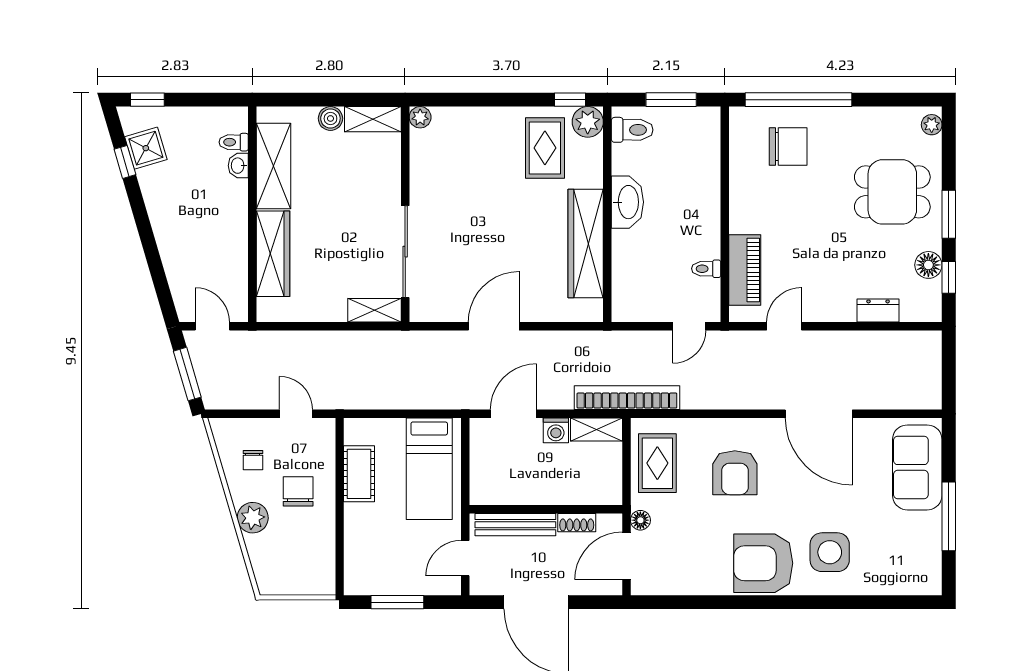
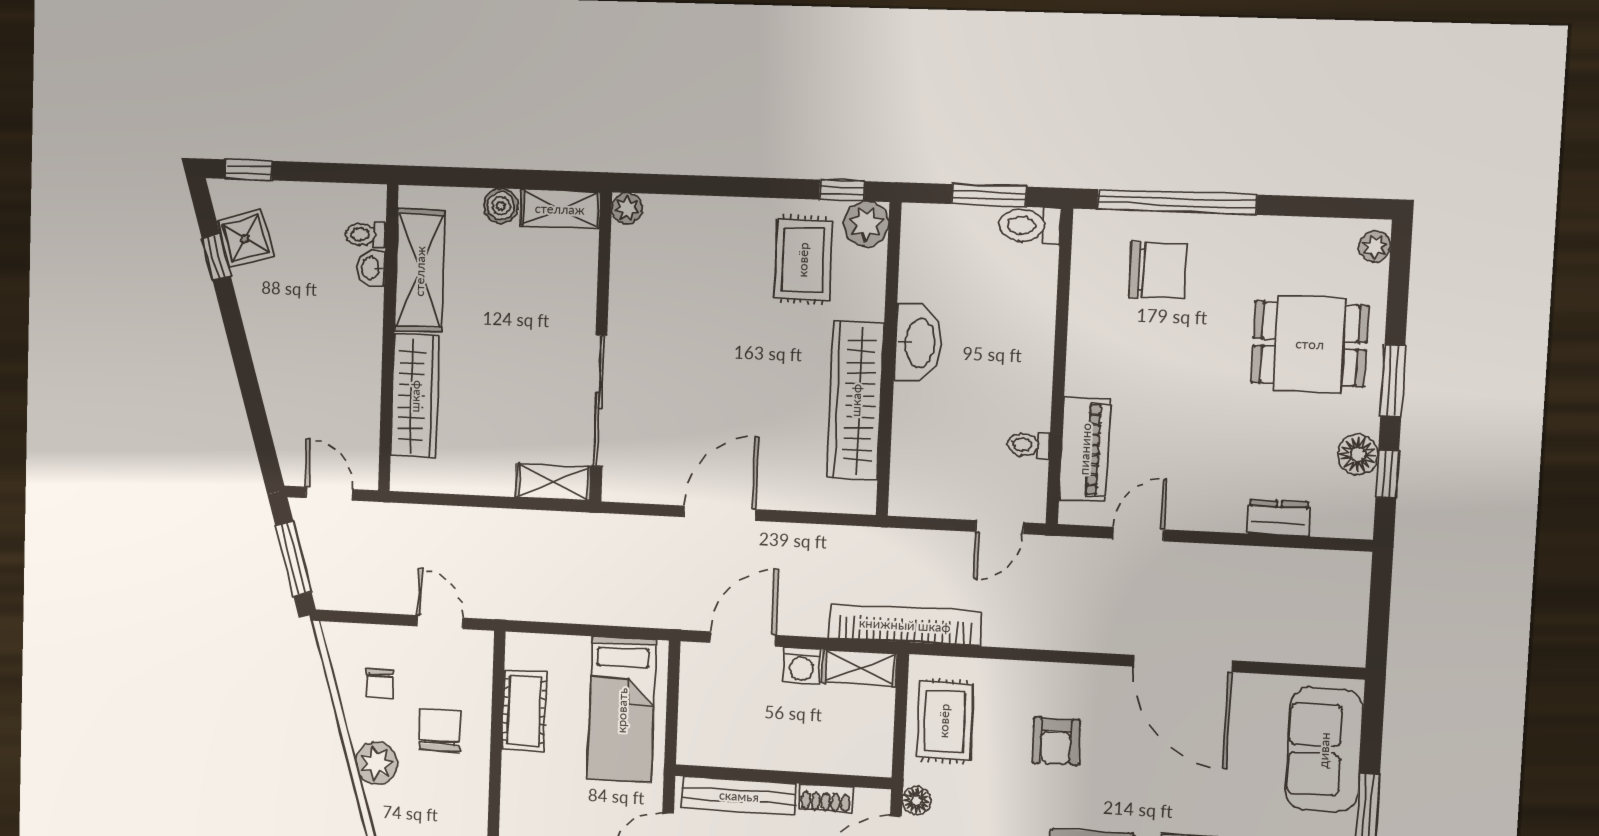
toilet: (632, 130) -> (1030, 226), moved, turned 180
armchair: (735, 473) -> (1056, 741), width x0.72, depth x0.72

